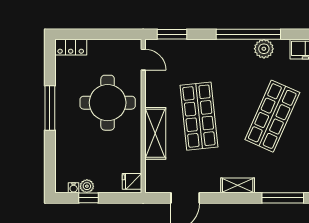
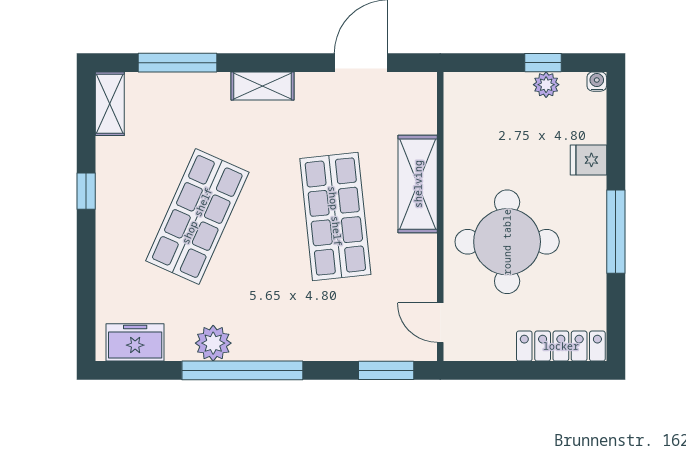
locker: (71, 47) -> (561, 346), width x1.53
fridge: (132, 181) -> (589, 160), moved, turned 180
water cooler: (74, 188) -> (597, 82), moved

